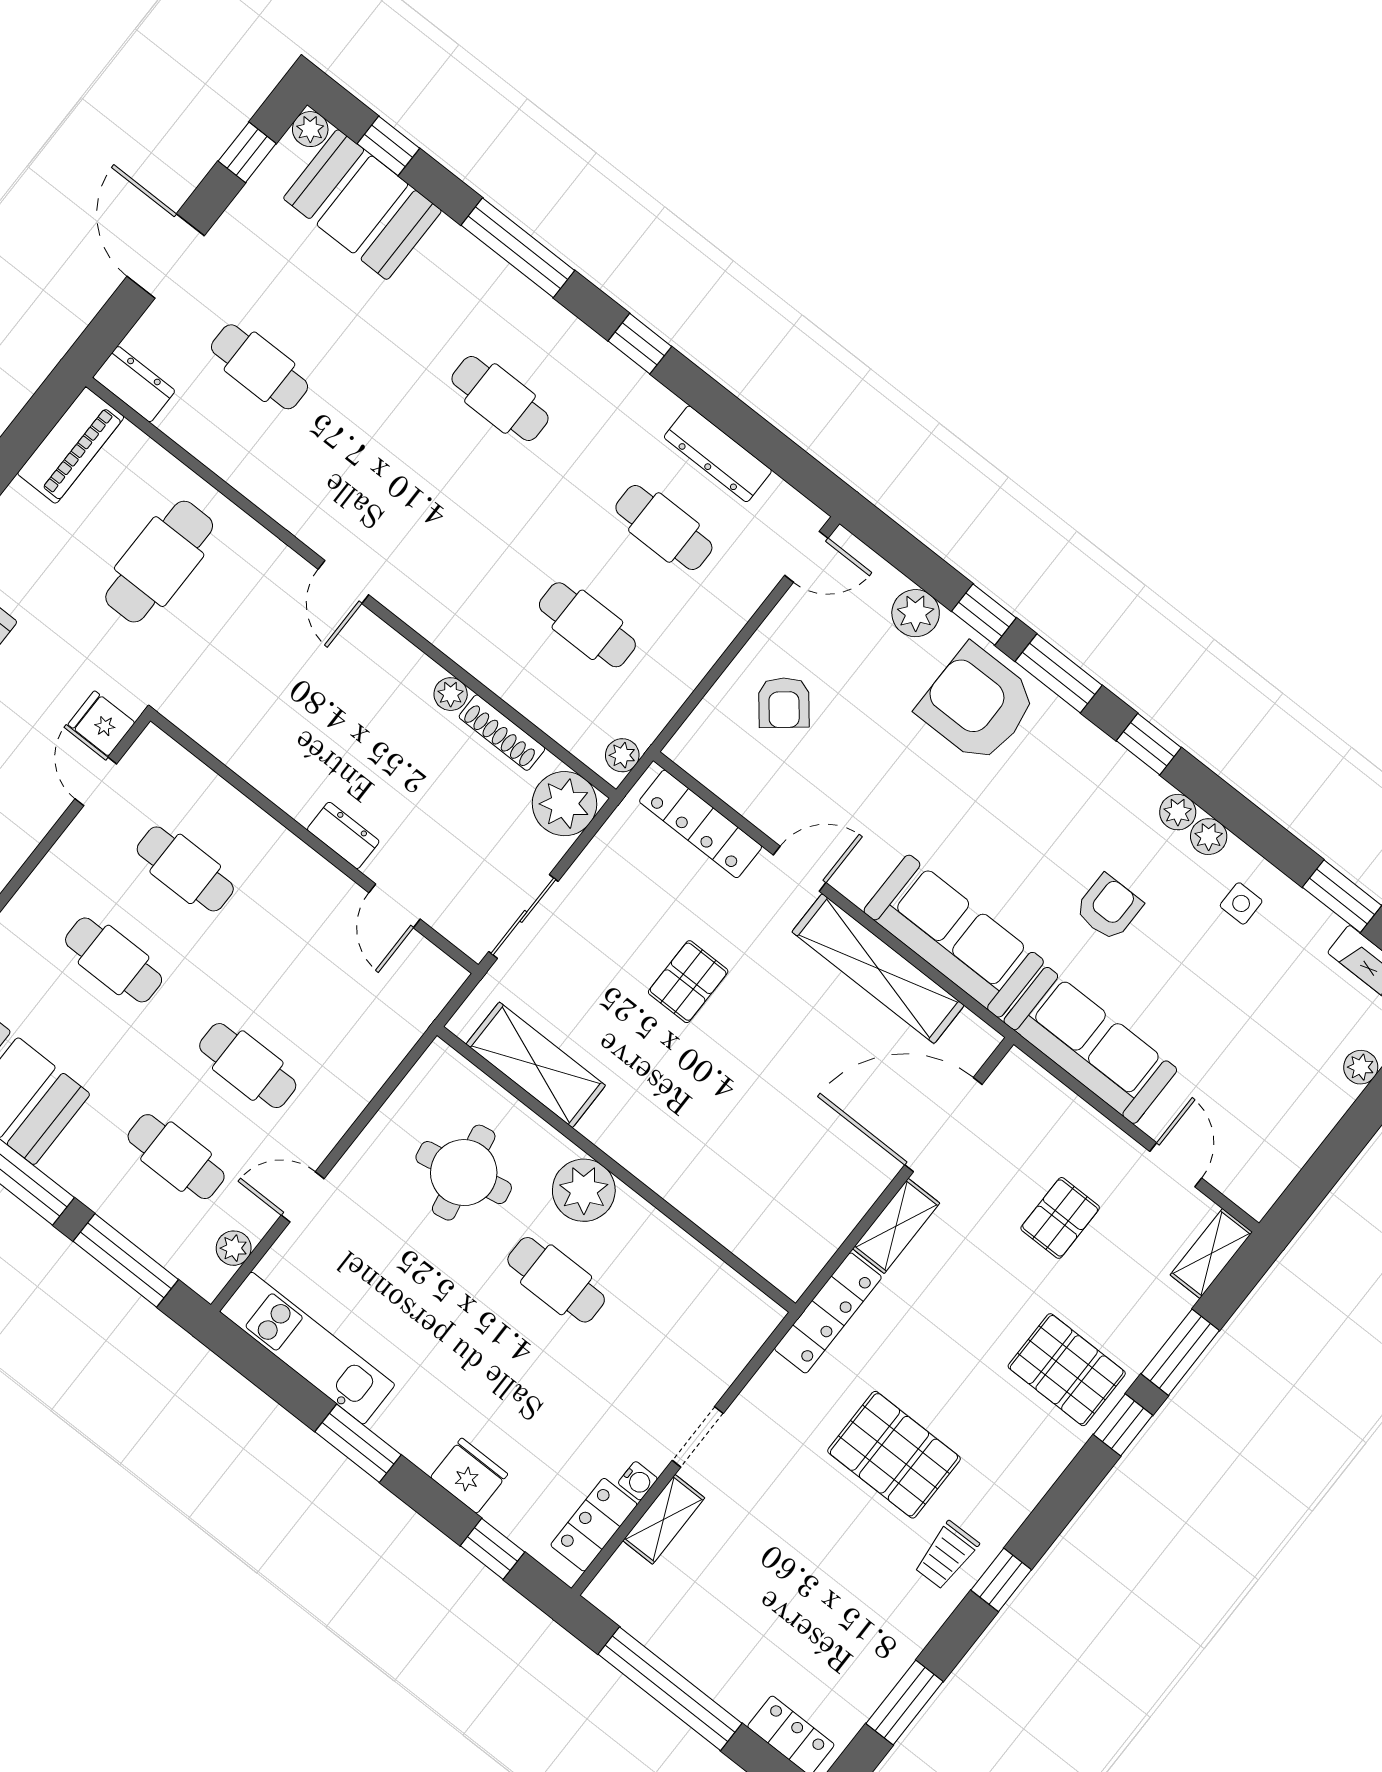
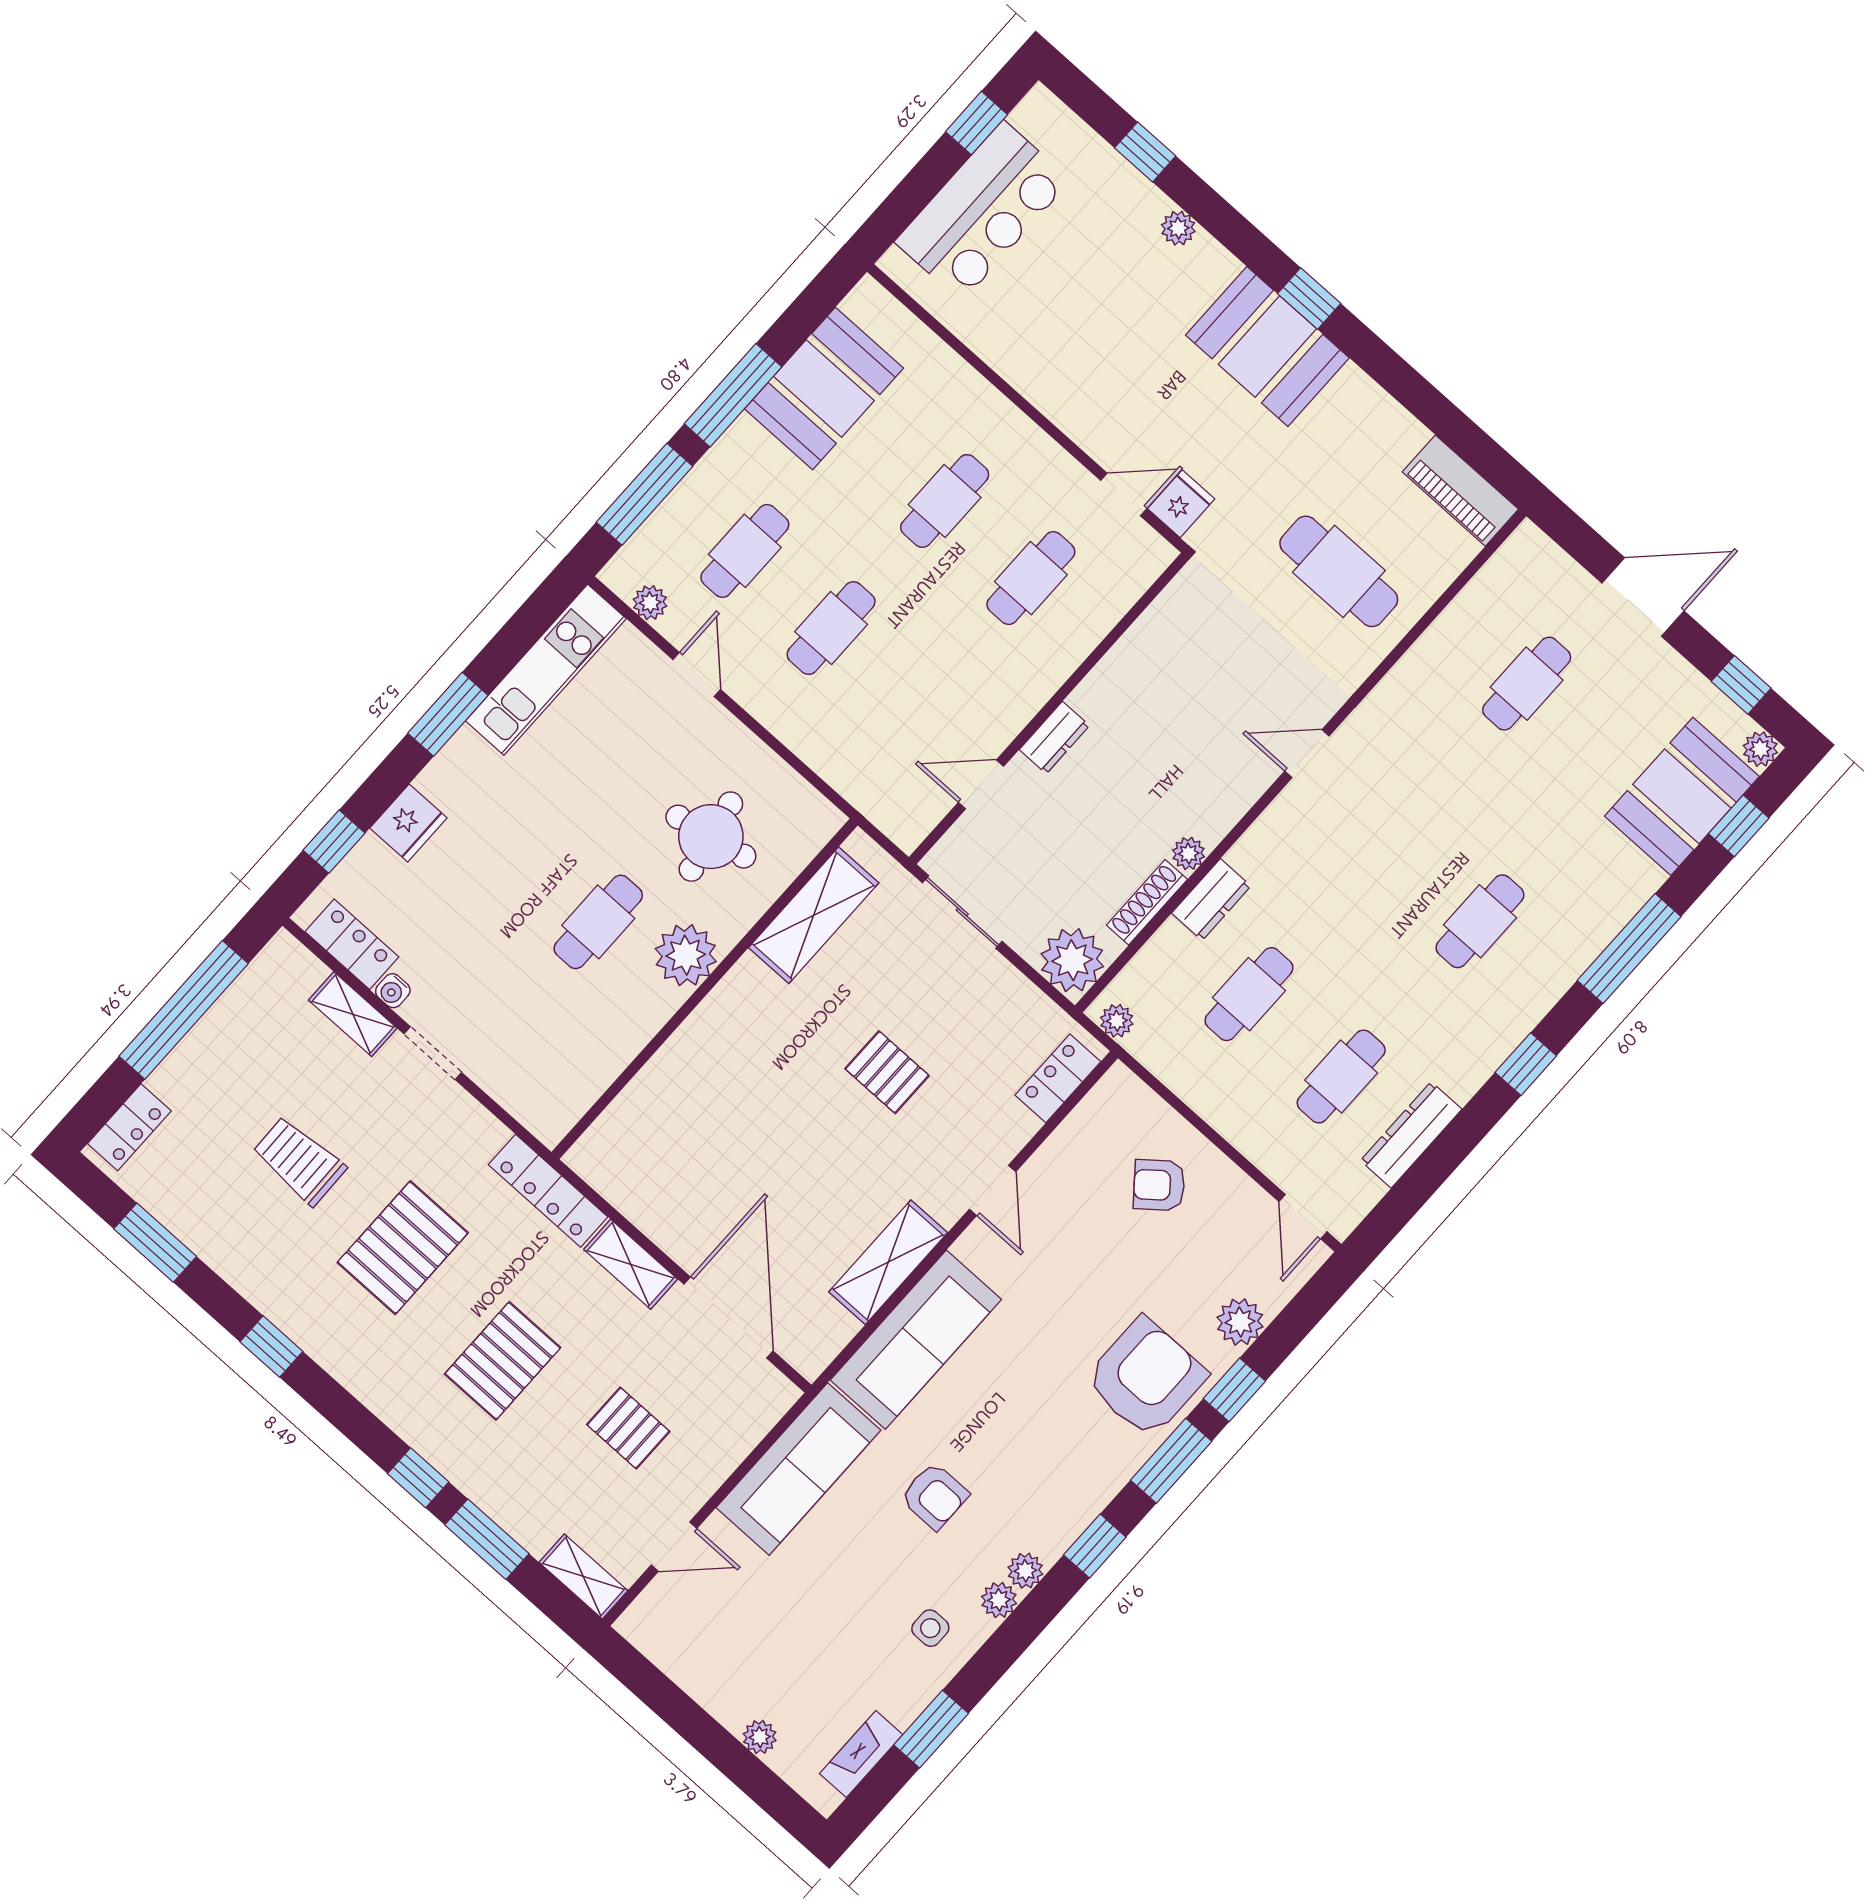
dresser: (134, 384) -> (1211, 900), moved
locker: (701, 824) -> (1058, 1078), width x0.66
shelving: (878, 969) -> (888, 1262), width x0.68
pallet: (1067, 1370) -> (503, 1361), moved
trolley: (946, 1555) -> (299, 1161), moved, width x1.36, depth x1.39

